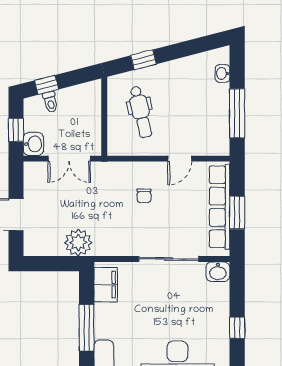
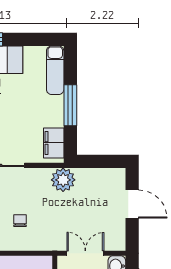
plant: (78, 243) -> (63, 180), moved

